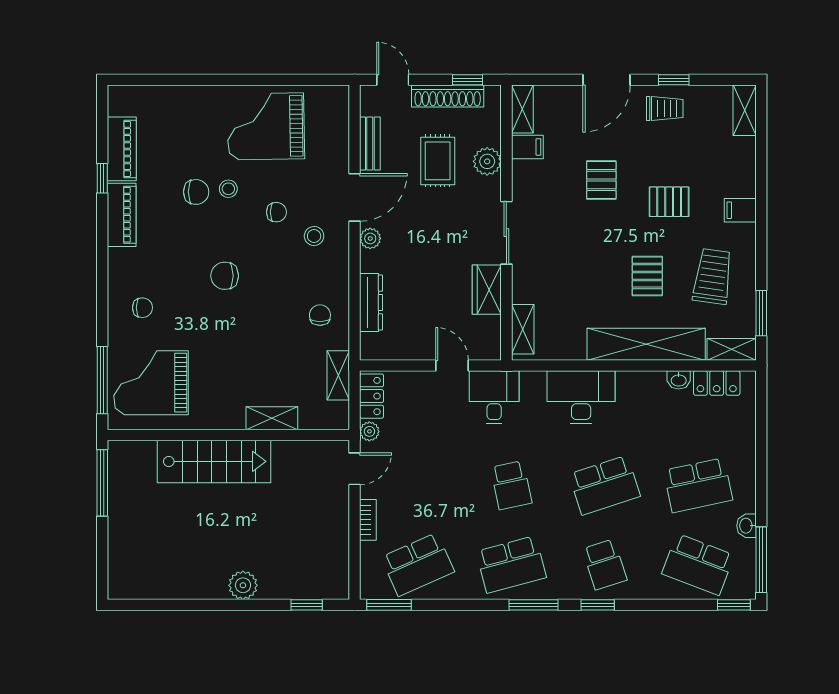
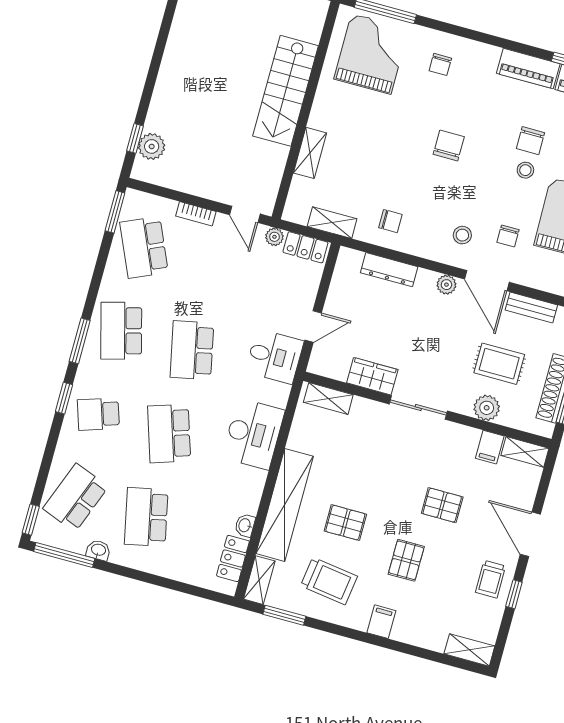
chair: (276, 212) -> (508, 236), moved
school desk: (511, 485) -> (192, 350), width x1.85
plant: (243, 585) -> (152, 146), moved

